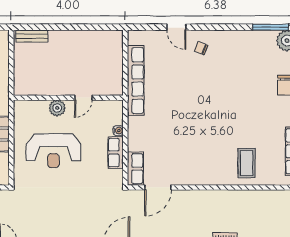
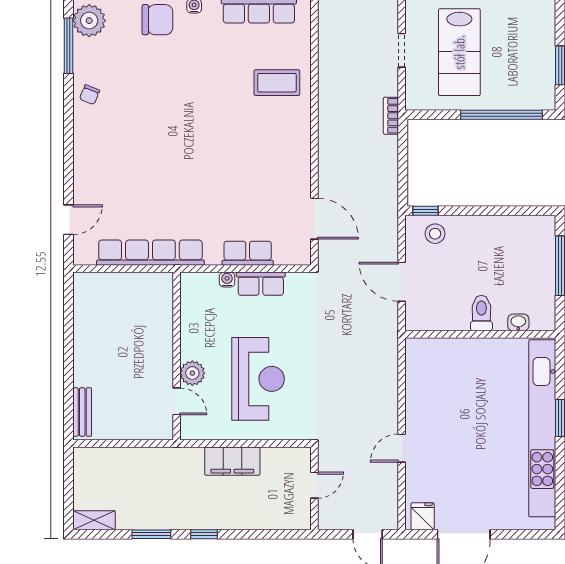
door: (176, 27) -> (68, 220), moved
chair: (201, 48) -> (90, 95), moved
door: (83, 98) -> (177, 401), moved
row of seats: (135, 169) -> (248, 253), moved

